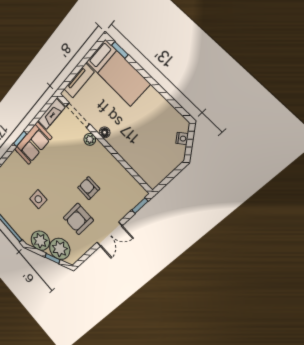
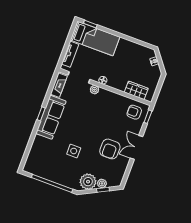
sofa: (33, 143) -> (51, 117), width x1.36
wardrobe: (140, 165) -> (136, 90), added
armchair: (89, 188) -> (134, 112), moved
double door: (109, 234) -> (136, 147), swing flipped
plant: (60, 249) -> (102, 183), width x0.53, depth x0.53

